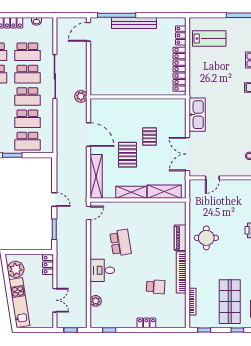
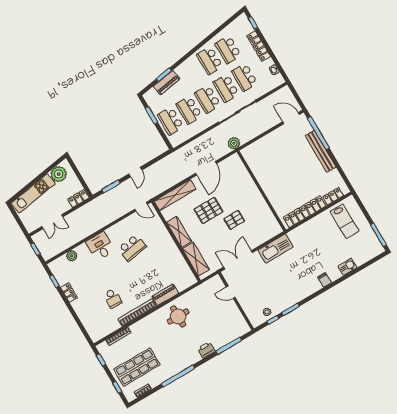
locker: (146, 323) -> (69, 293), moved

